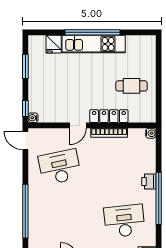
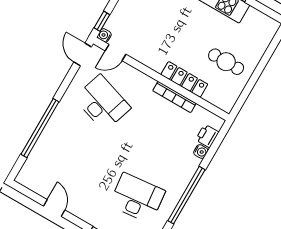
door: (78, 125) -> (116, 52), moved
water cooler: (151, 133) -> (201, 152), moved
desk: (60, 167) -> (102, 103), turned 30
printer: (149, 181) -> (207, 136), moved

